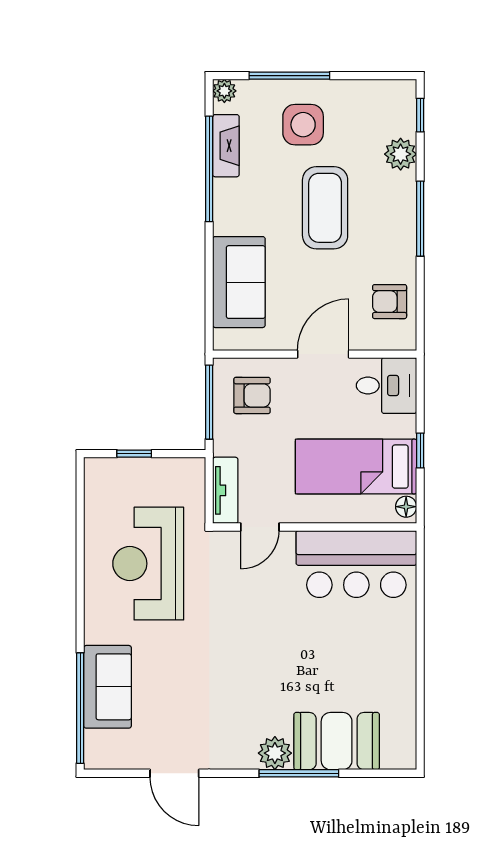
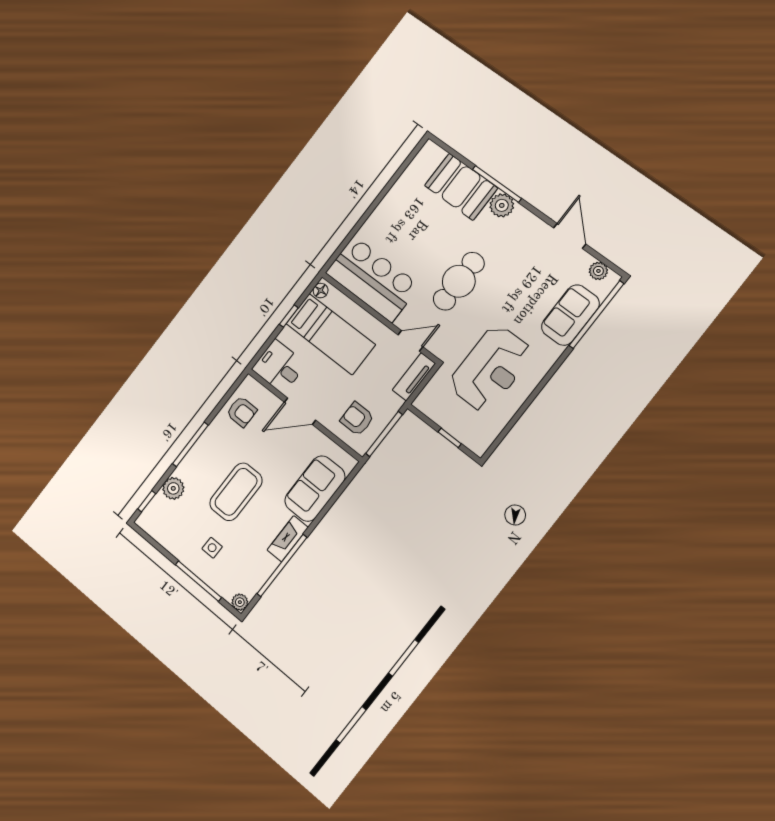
side table: (303, 125) -> (212, 548), width x0.54, depth x0.54
fireplace: (226, 146) -> (288, 539), moved
cafe table: (257, 633) -> (459, 281), added
plant: (114, 757) -> (598, 271), added

